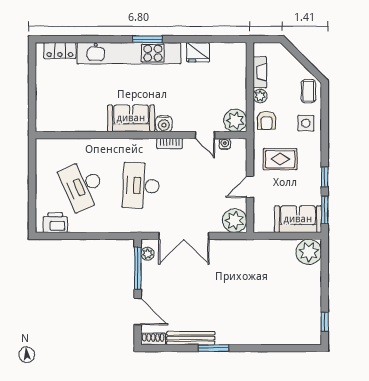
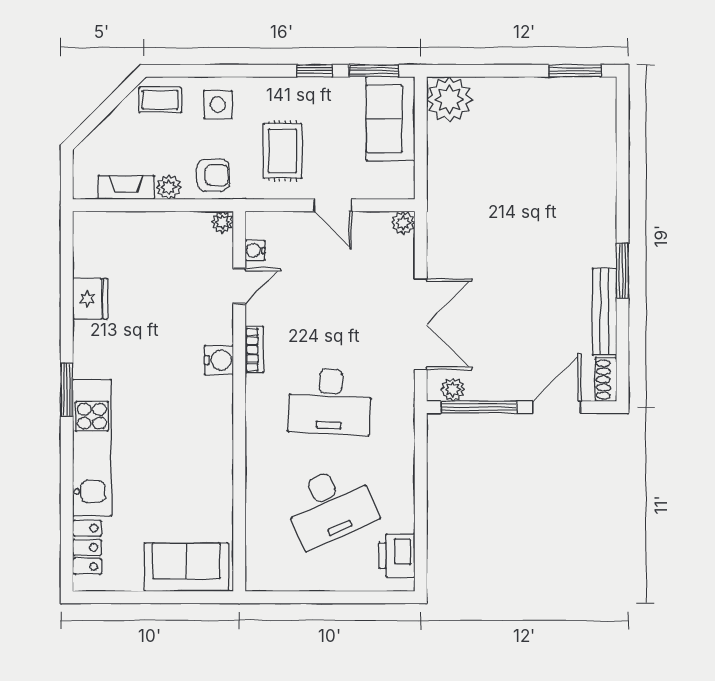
kitchen unit: (129, 53) -> (92, 448), width x0.73
sofa: (131, 118) -> (186, 567), moved, turned 90
plant: (235, 120) -> (223, 222), width x0.53, depth x0.53
plant: (235, 221) -> (403, 223), width x0.53, depth x0.53
window: (325, 322) -> (575, 71), width x1.50

